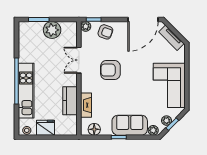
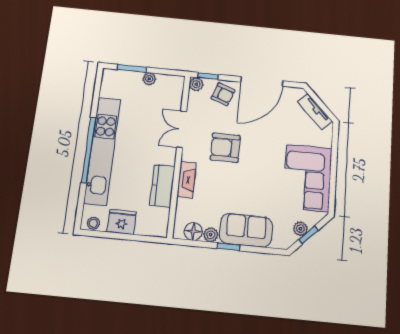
door: (143, 20) -> (262, 81), moved
plant: (52, 30) -> (149, 79), width x0.53, depth x0.53
kitchen unit: (26, 91) -> (102, 151), width x1.36
fireplace: (86, 105) -> (186, 180), moved
plant: (153, 130) -> (211, 235), moved

